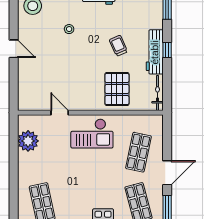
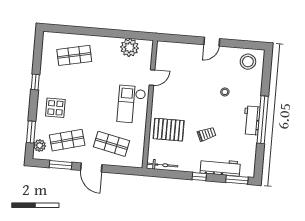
workbench: (155, 52) -> (220, 167), moved

